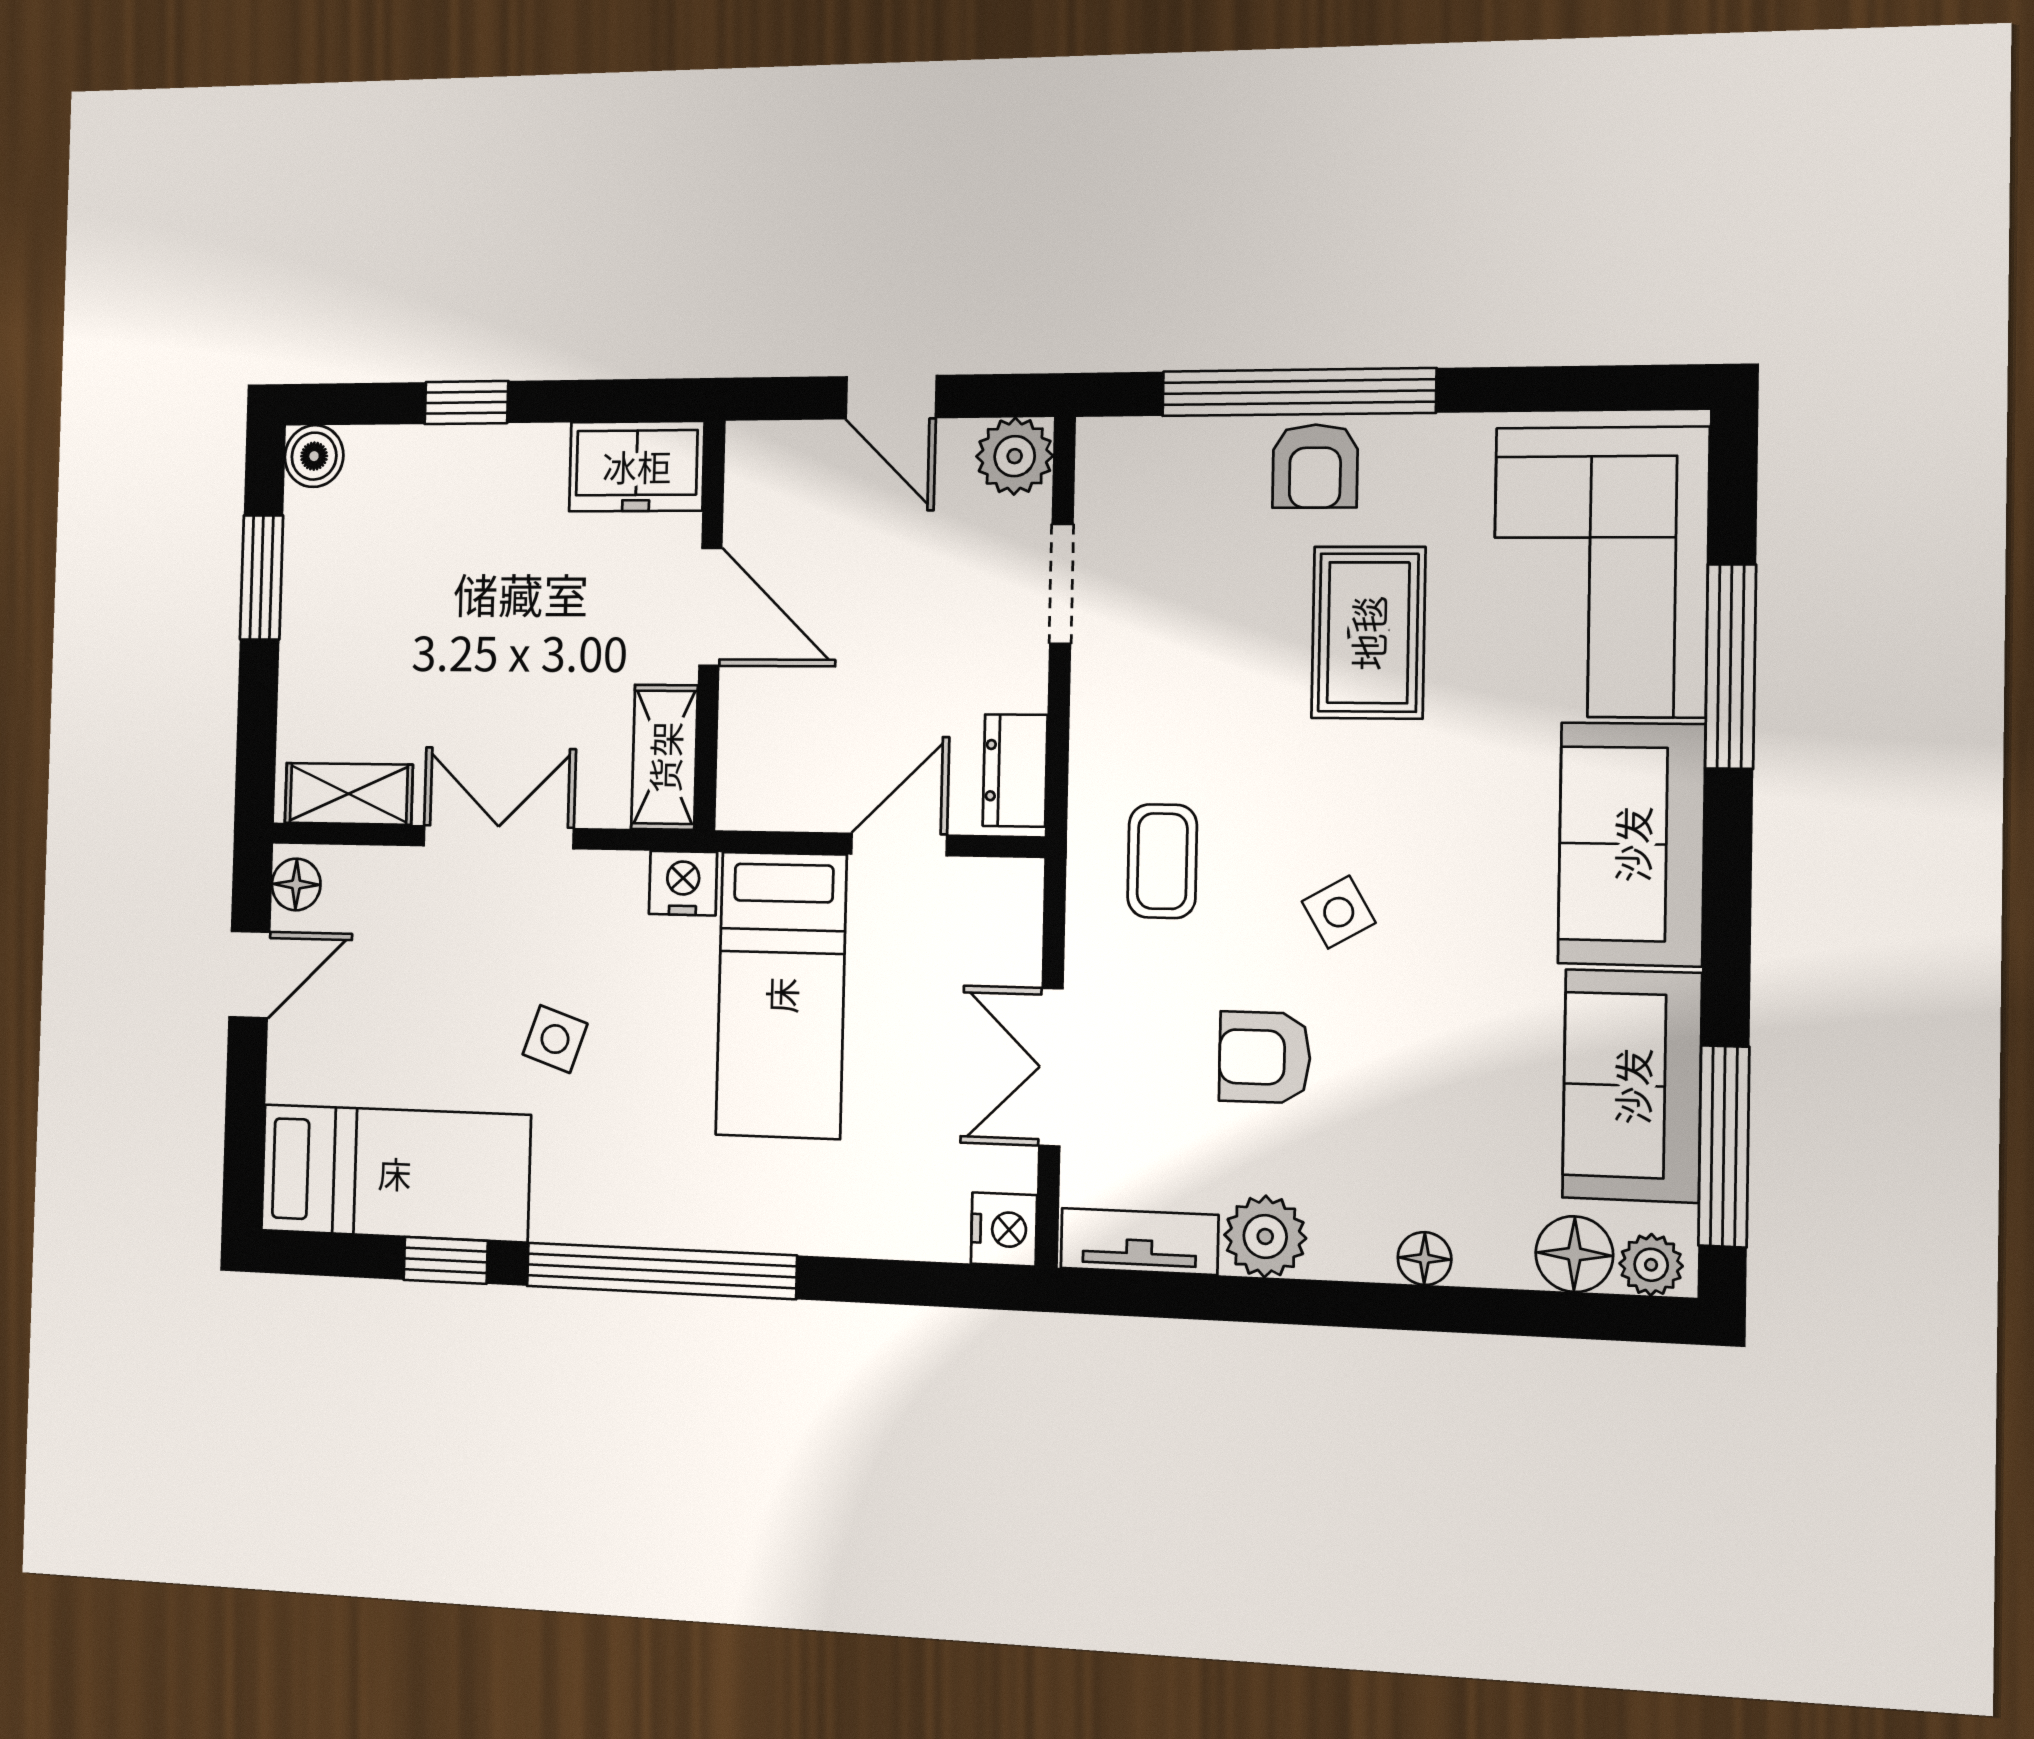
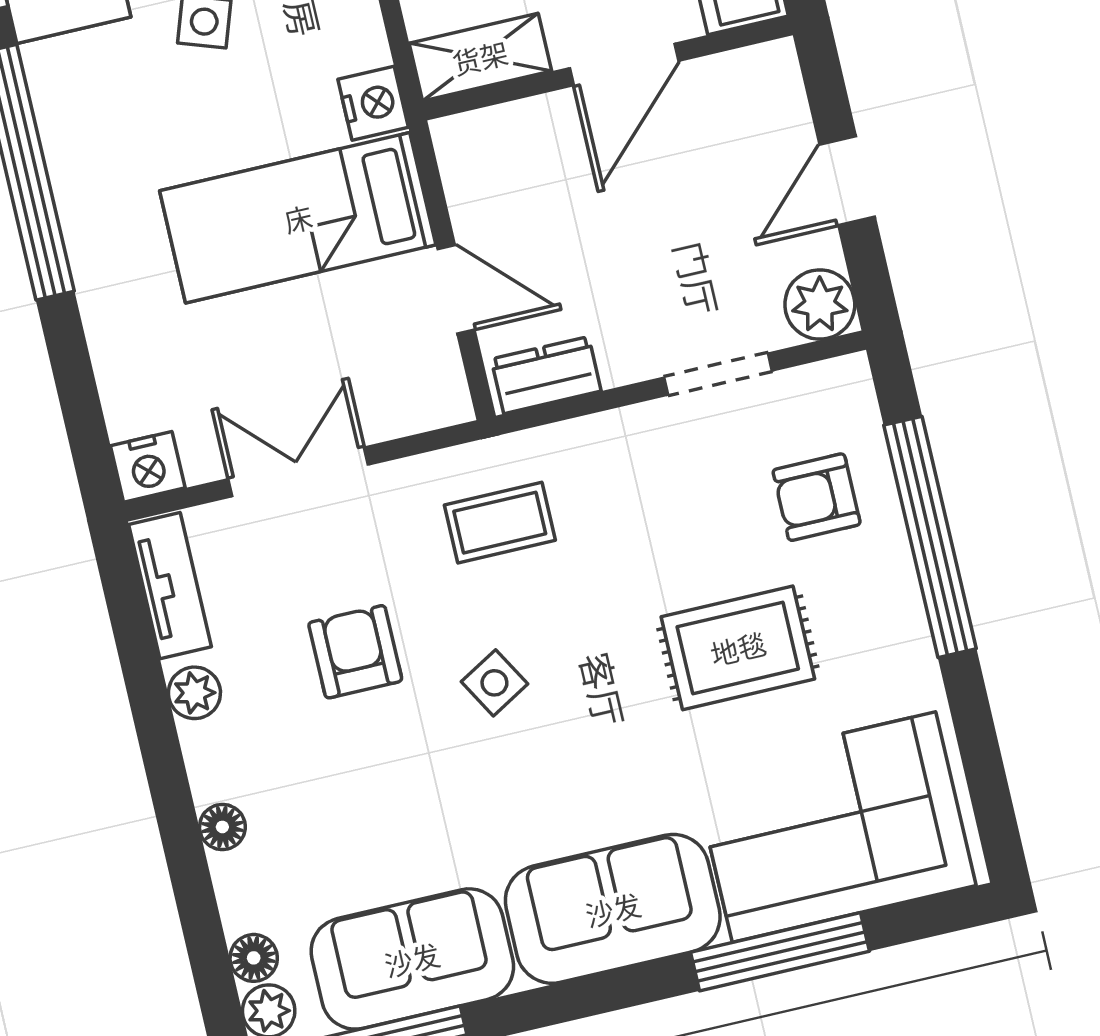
armchair: (1315, 466) -> (817, 497), moved
plant: (1265, 1236) -> (194, 693), width x0.73, depth x0.73
floor lamp: (1574, 1254) -> (254, 958), width x0.73, depth x0.73

